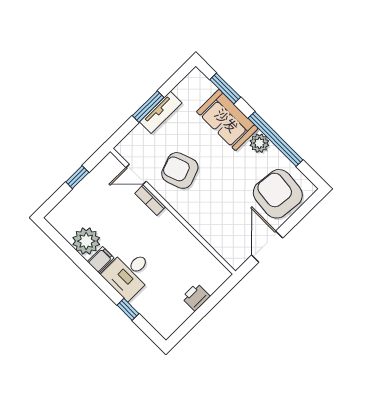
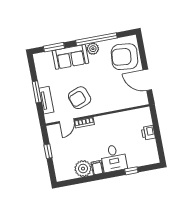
tv unit: (161, 112) -> (46, 100), moved

